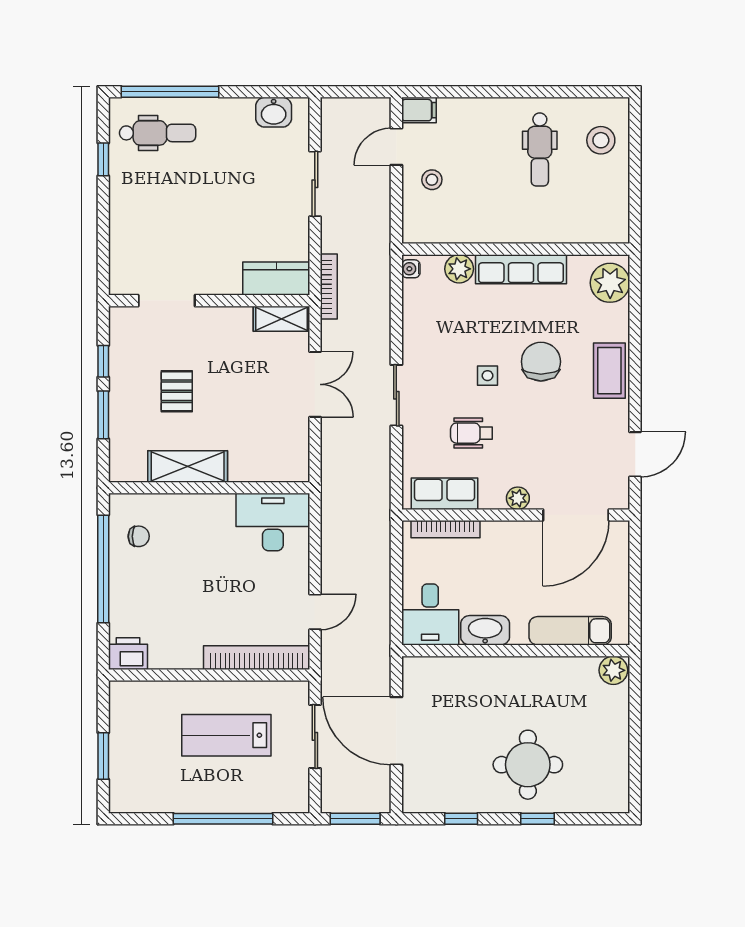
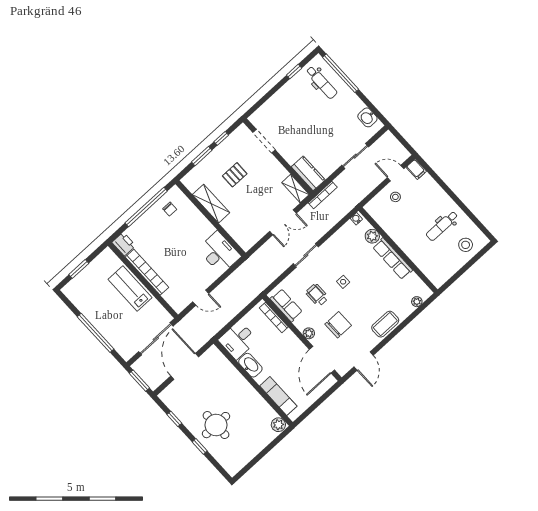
plant: (610, 283) -> (417, 302), width x0.53, depth x0.53
chair: (541, 362) -> (338, 325), moved
door: (635, 454) -> (363, 361), hinge flipped
door: (576, 515) -> (322, 360), hinge flipped
bookcase: (257, 658) -> (147, 272), moved
lab bench: (226, 735) -> (130, 288), moved
sliding door: (315, 736) -> (156, 339), width x1.37

